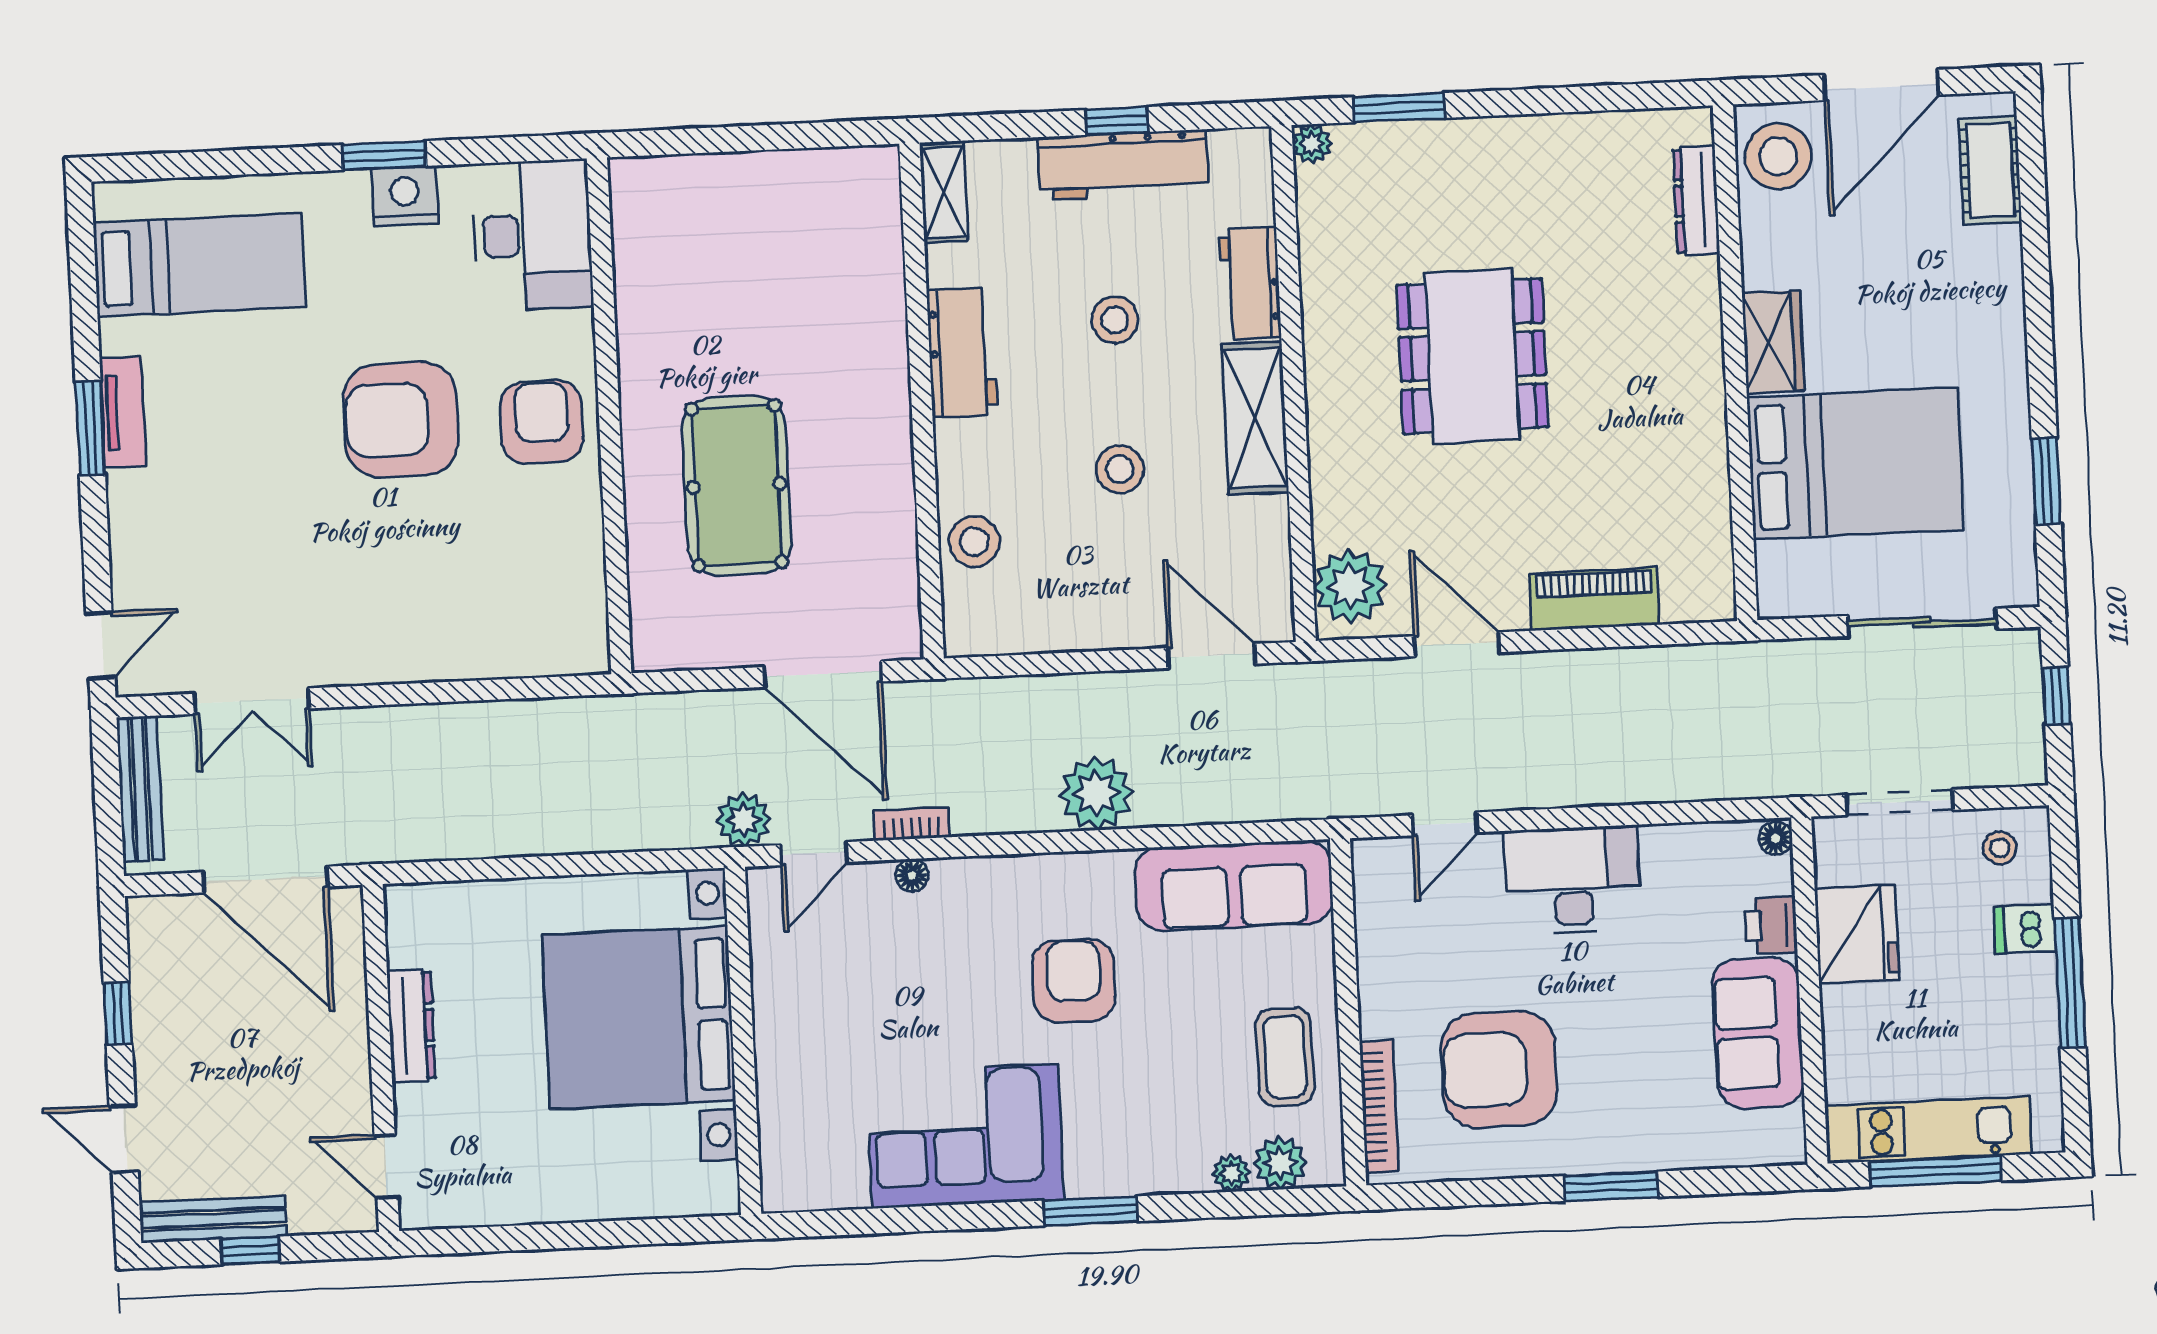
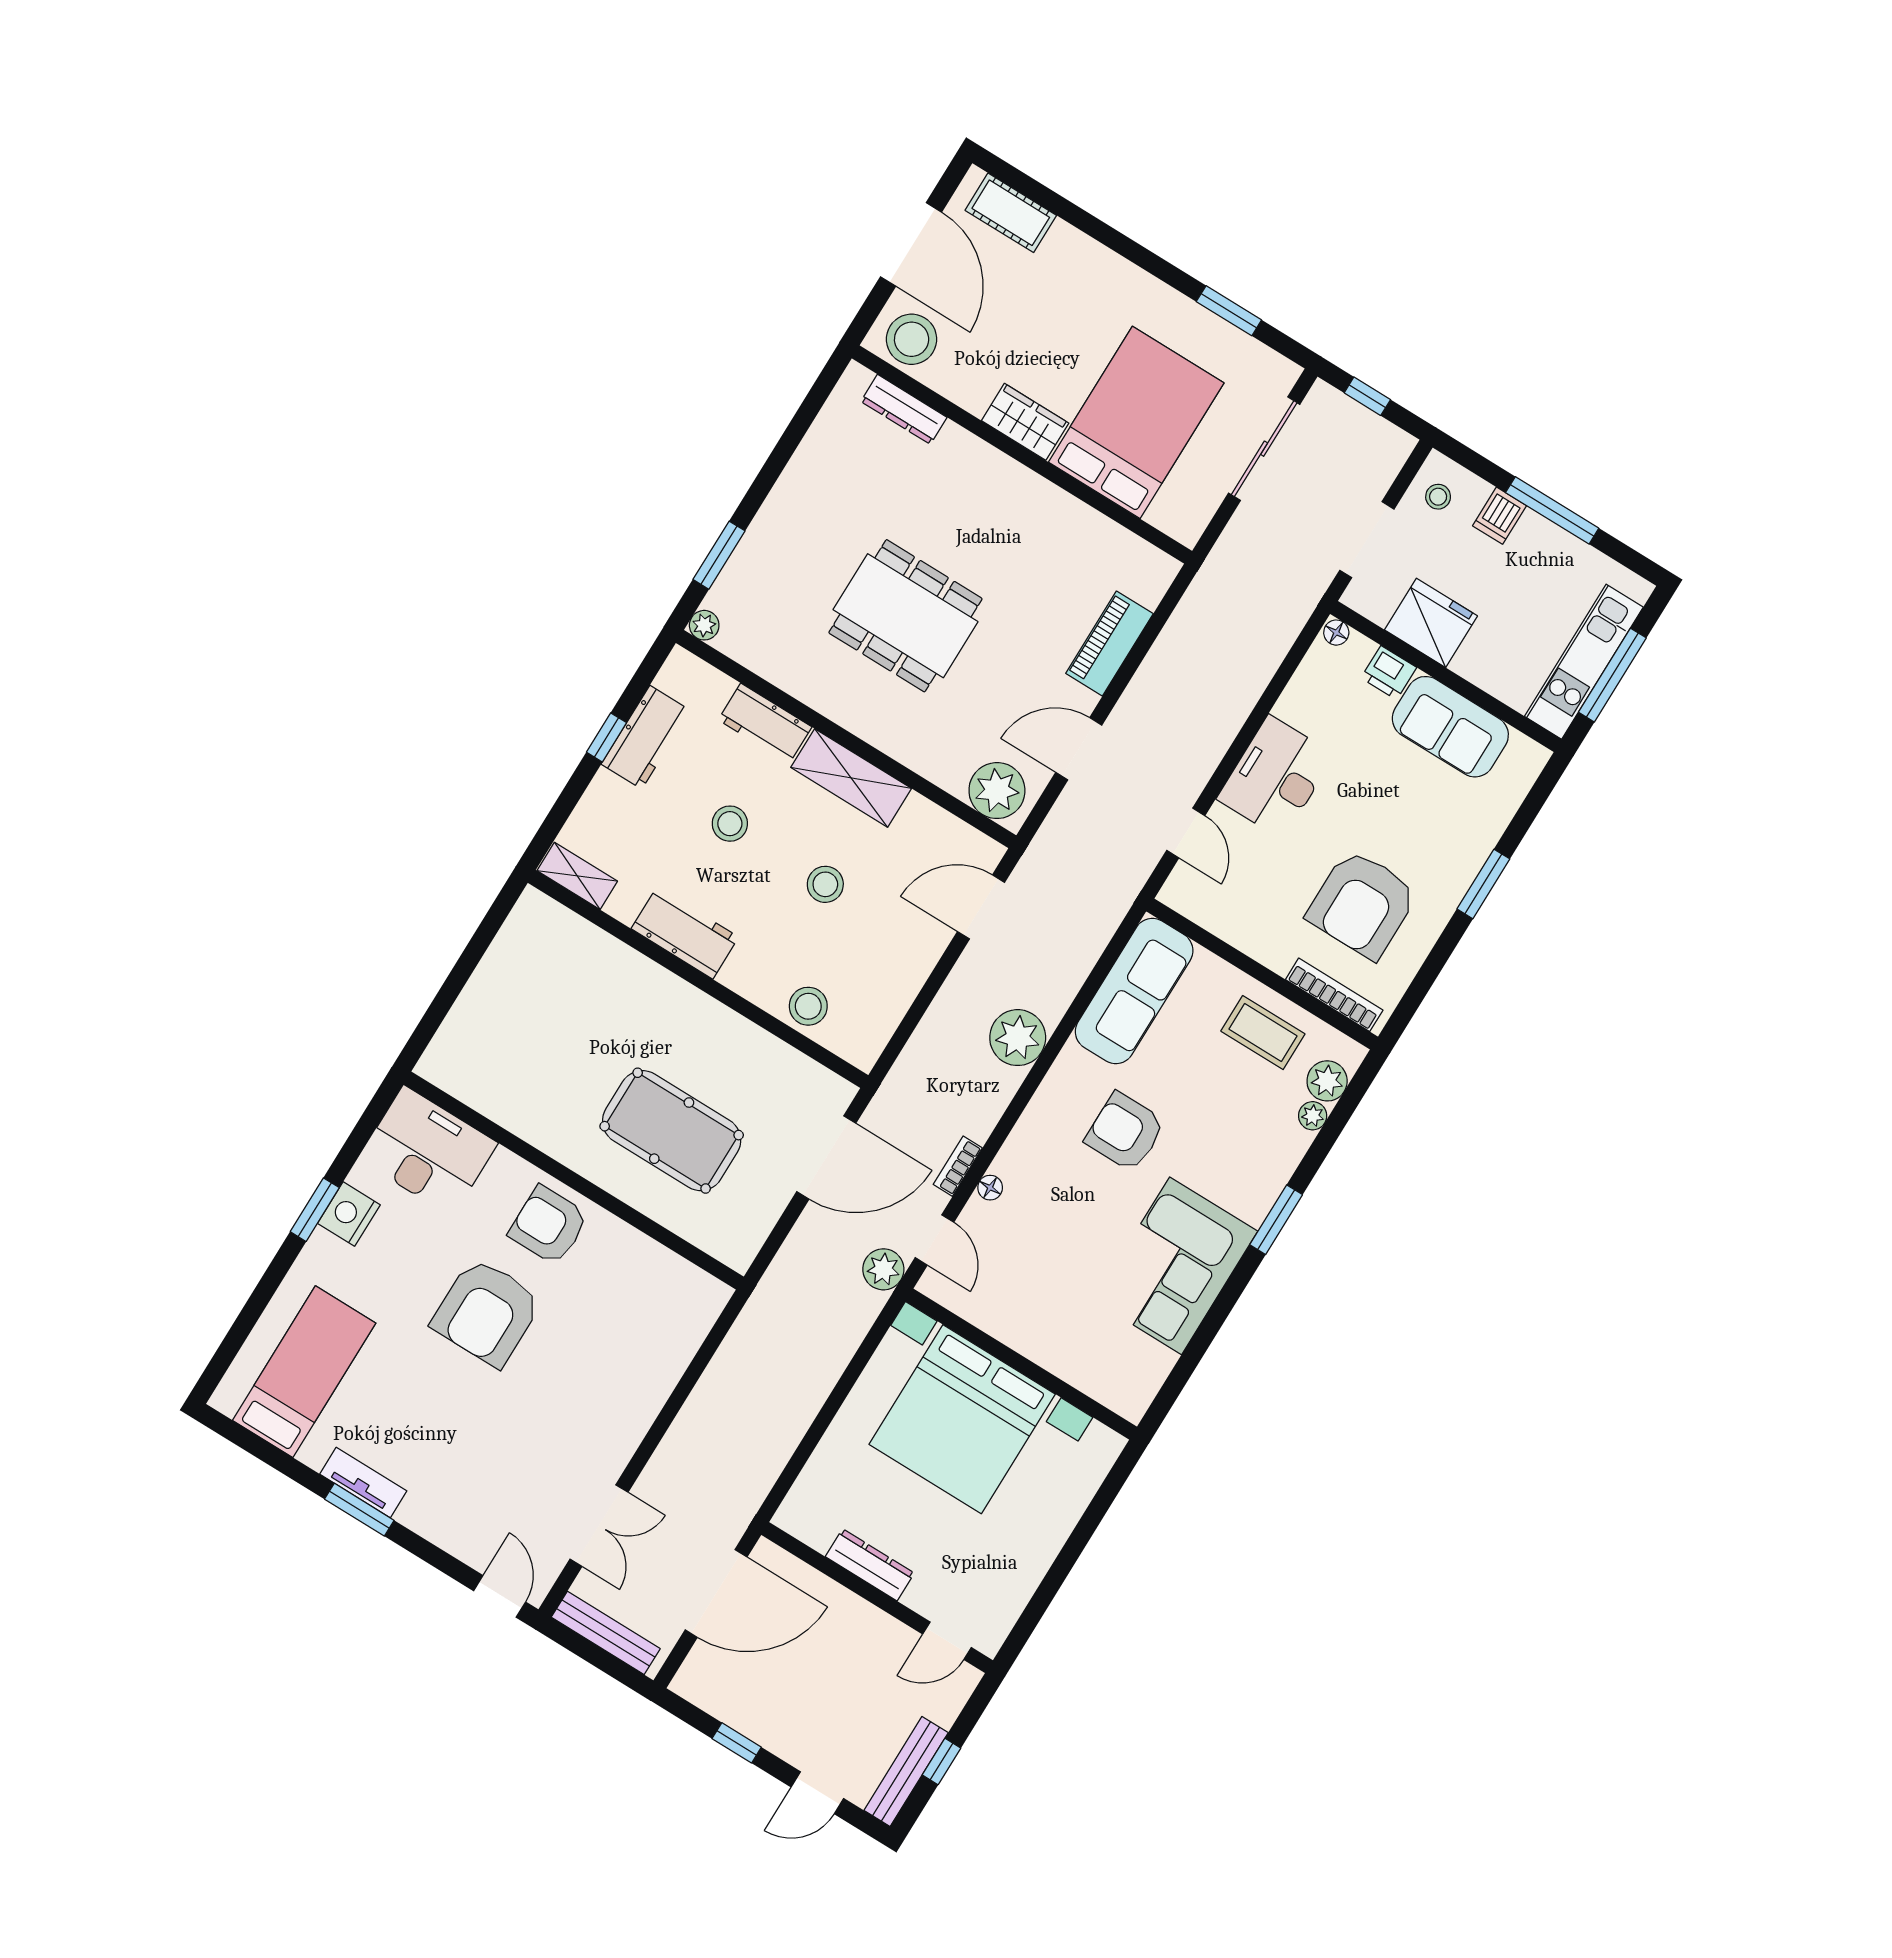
workbench: (1123, 165) -> (646, 737), width x0.73

